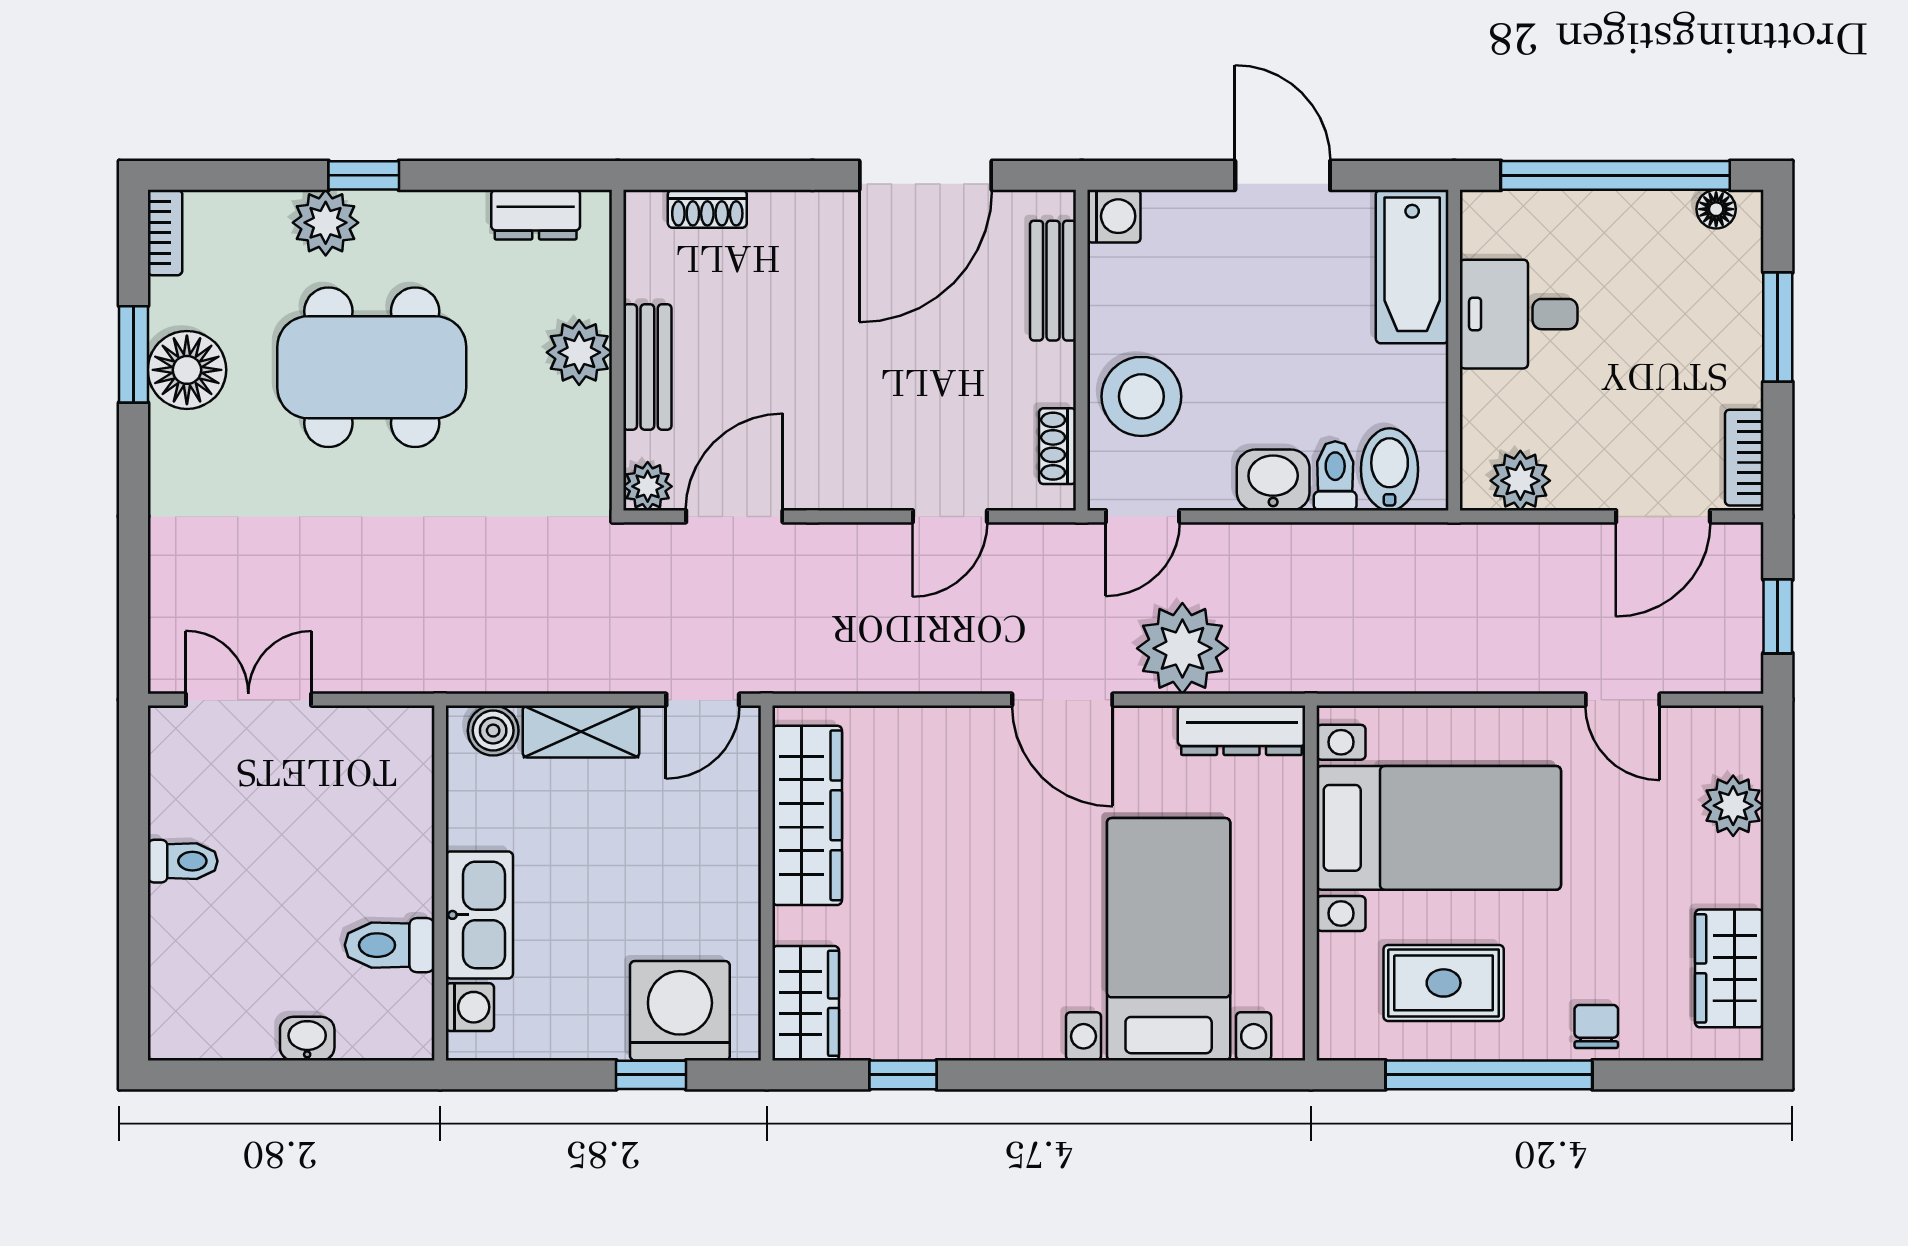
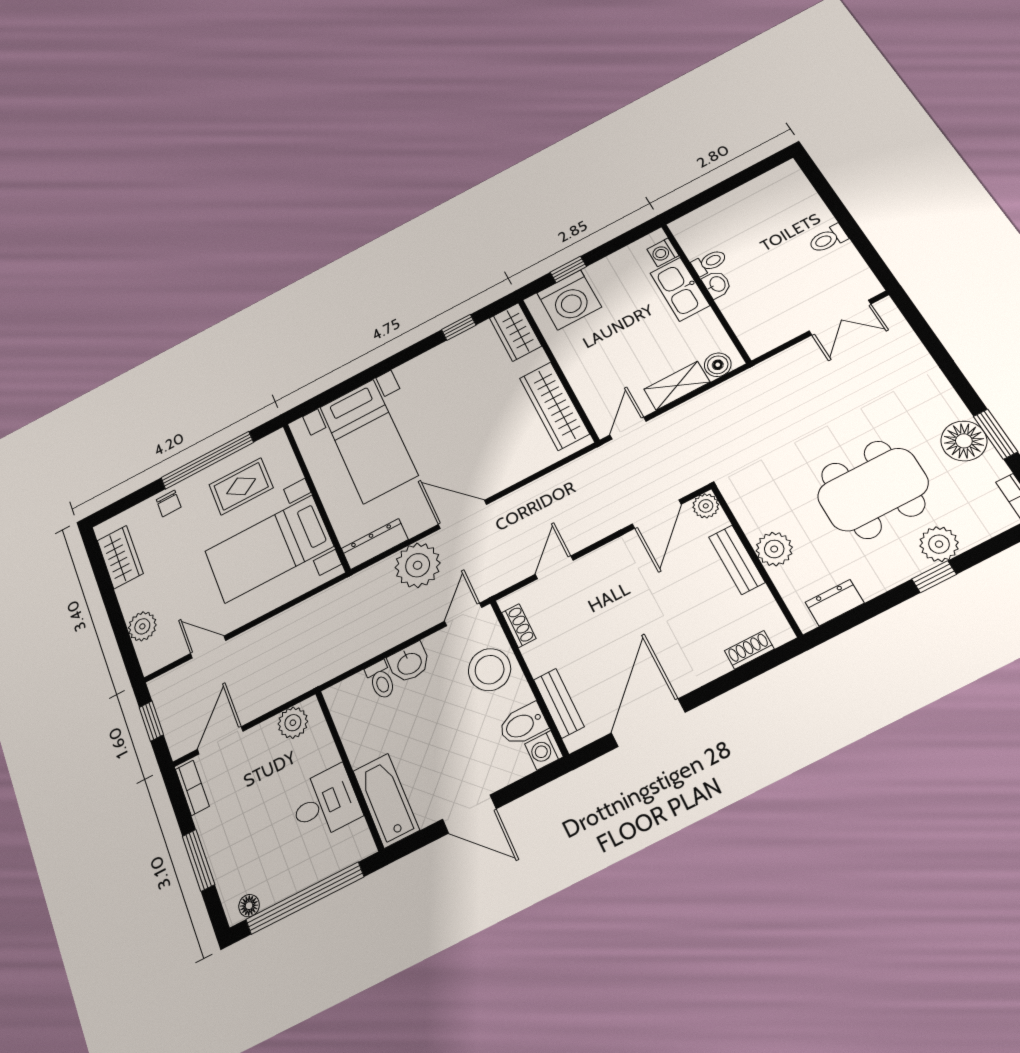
bidet: (1390, 469) -> (523, 725), moved, turned 90
toilet: (390, 945) -> (709, 262), width x0.73, depth x0.72
washbasin: (307, 1039) -> (717, 284), moved, turned -90

